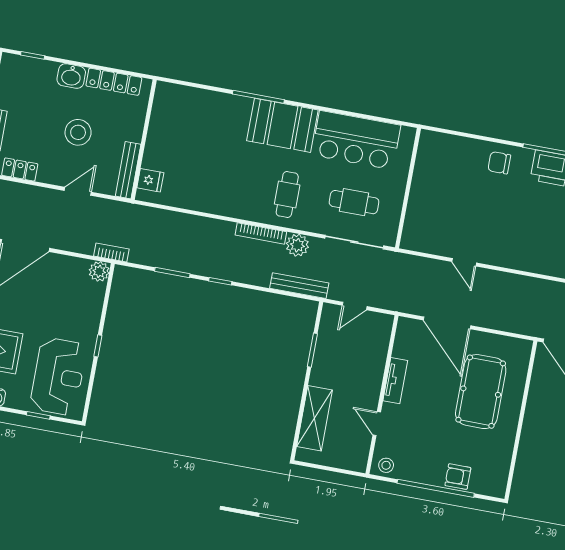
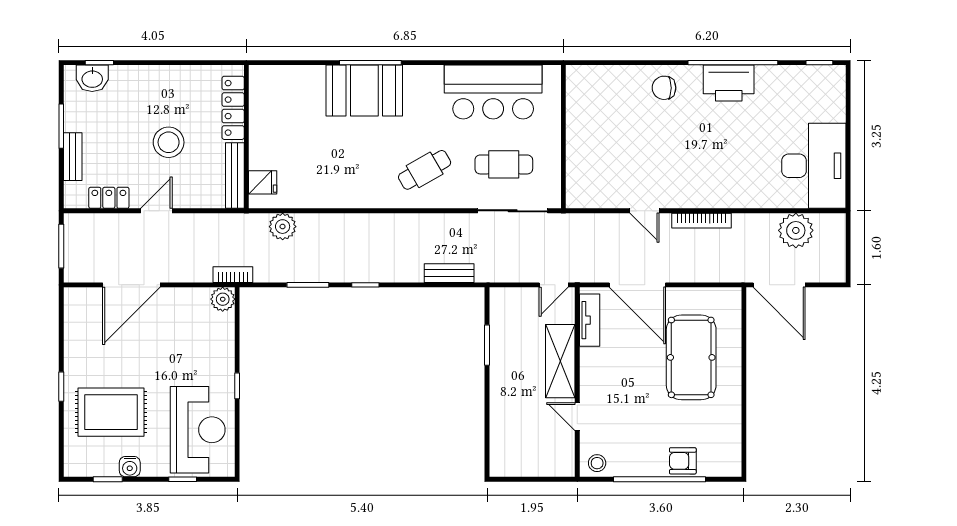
washbasin: (71, 76) -> (92, 78), moved
locker: (114, 82) -> (233, 108), moved, turned 90
booth: (282, 125) -> (364, 91), moved
door: (78, 191) -> (156, 211), moved
cafe table: (287, 195) -> (425, 170), turned 60
bookcase: (261, 233) -> (701, 221), moved
plant: (297, 245) -> (283, 227), moved
bench: (299, 286) -> (449, 273), width x0.73
door: (355, 306) -> (554, 285), moved
tv unit: (395, 381) -> (590, 320), moved
shelving: (315, 418) -> (560, 361), moved

